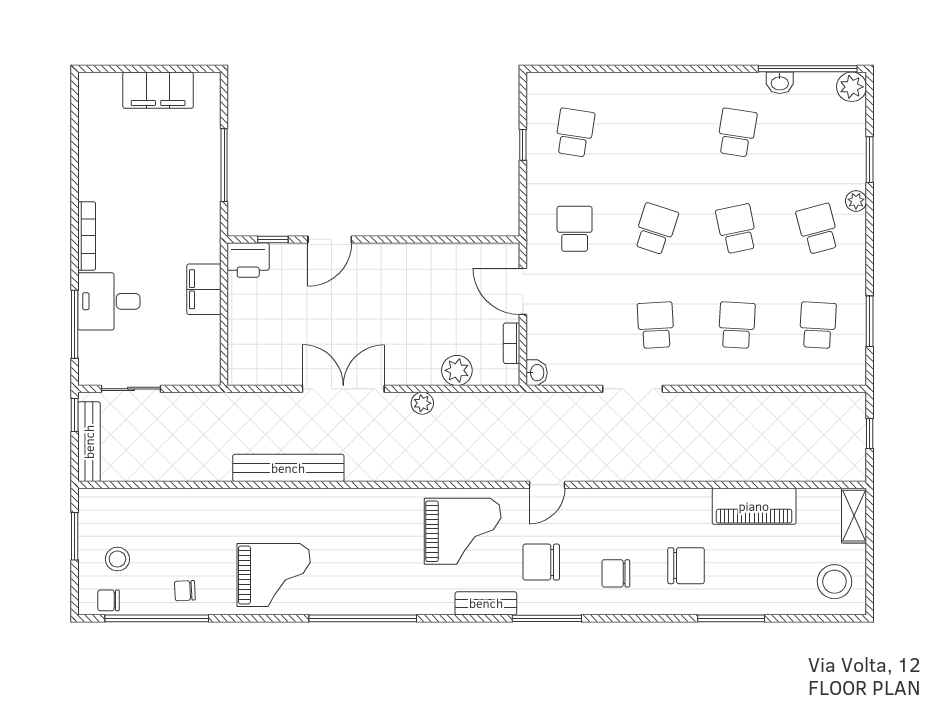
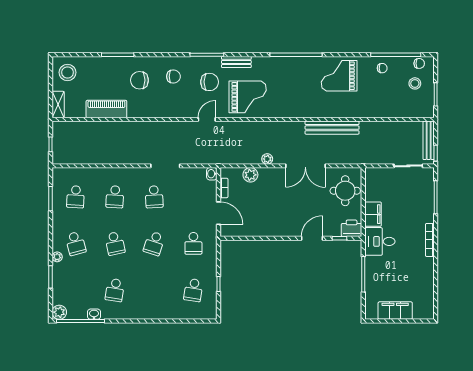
desk: (109, 301) -> (380, 241), moved, turned 180
round table: (261, 338) -> (345, 191), added
grand piano: (463, 531) -> (248, 97), turned 180

